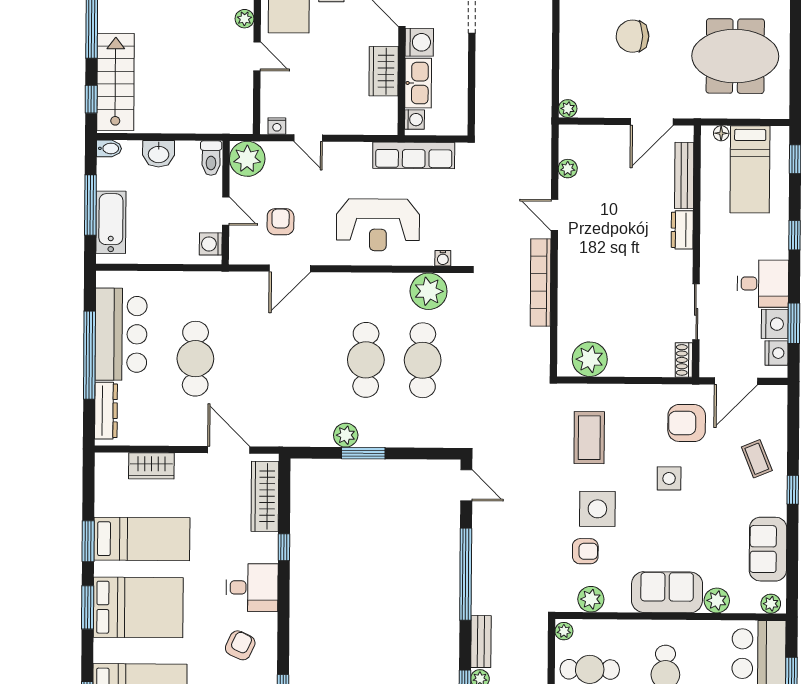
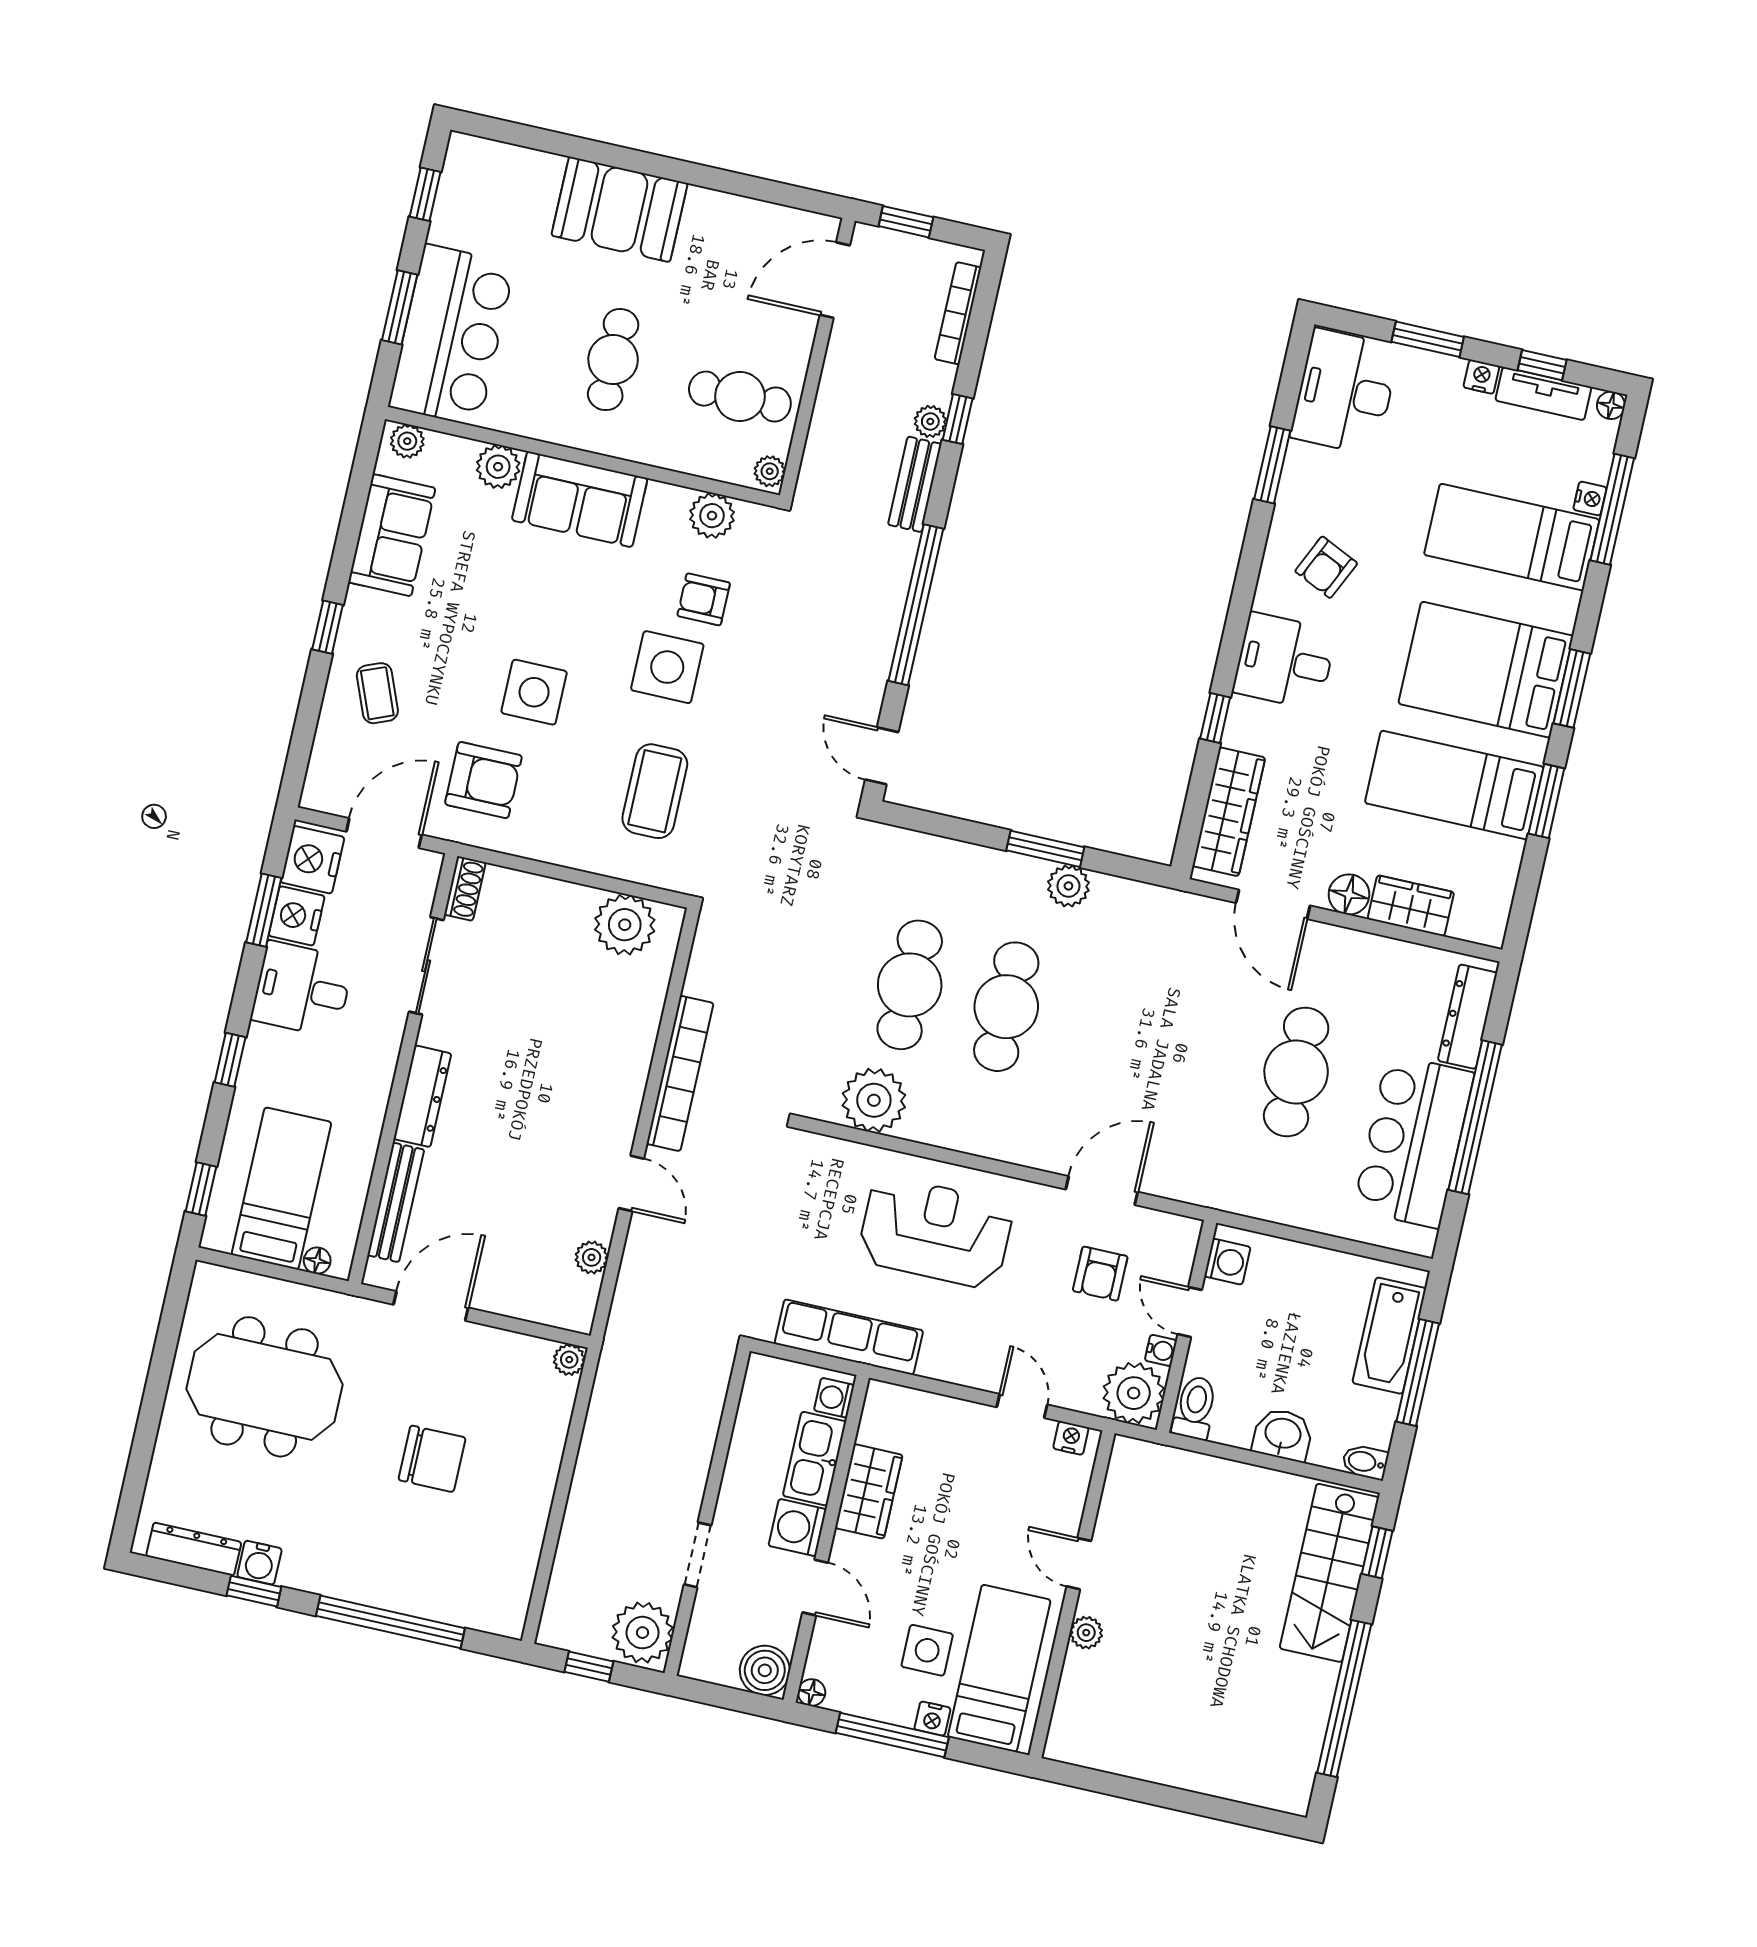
dresser: (682, 230) -> (422, 1096), width x1.44
water cooler: (443, 258) -> (1161, 1350), moved, turned 90
nightstand: (777, 353) -> (312, 860), width x1.36, depth x1.33
floor lamp: (187, 465) -> (1349, 894), added
side table: (669, 478) -> (534, 692), width x1.37, depth x1.37

